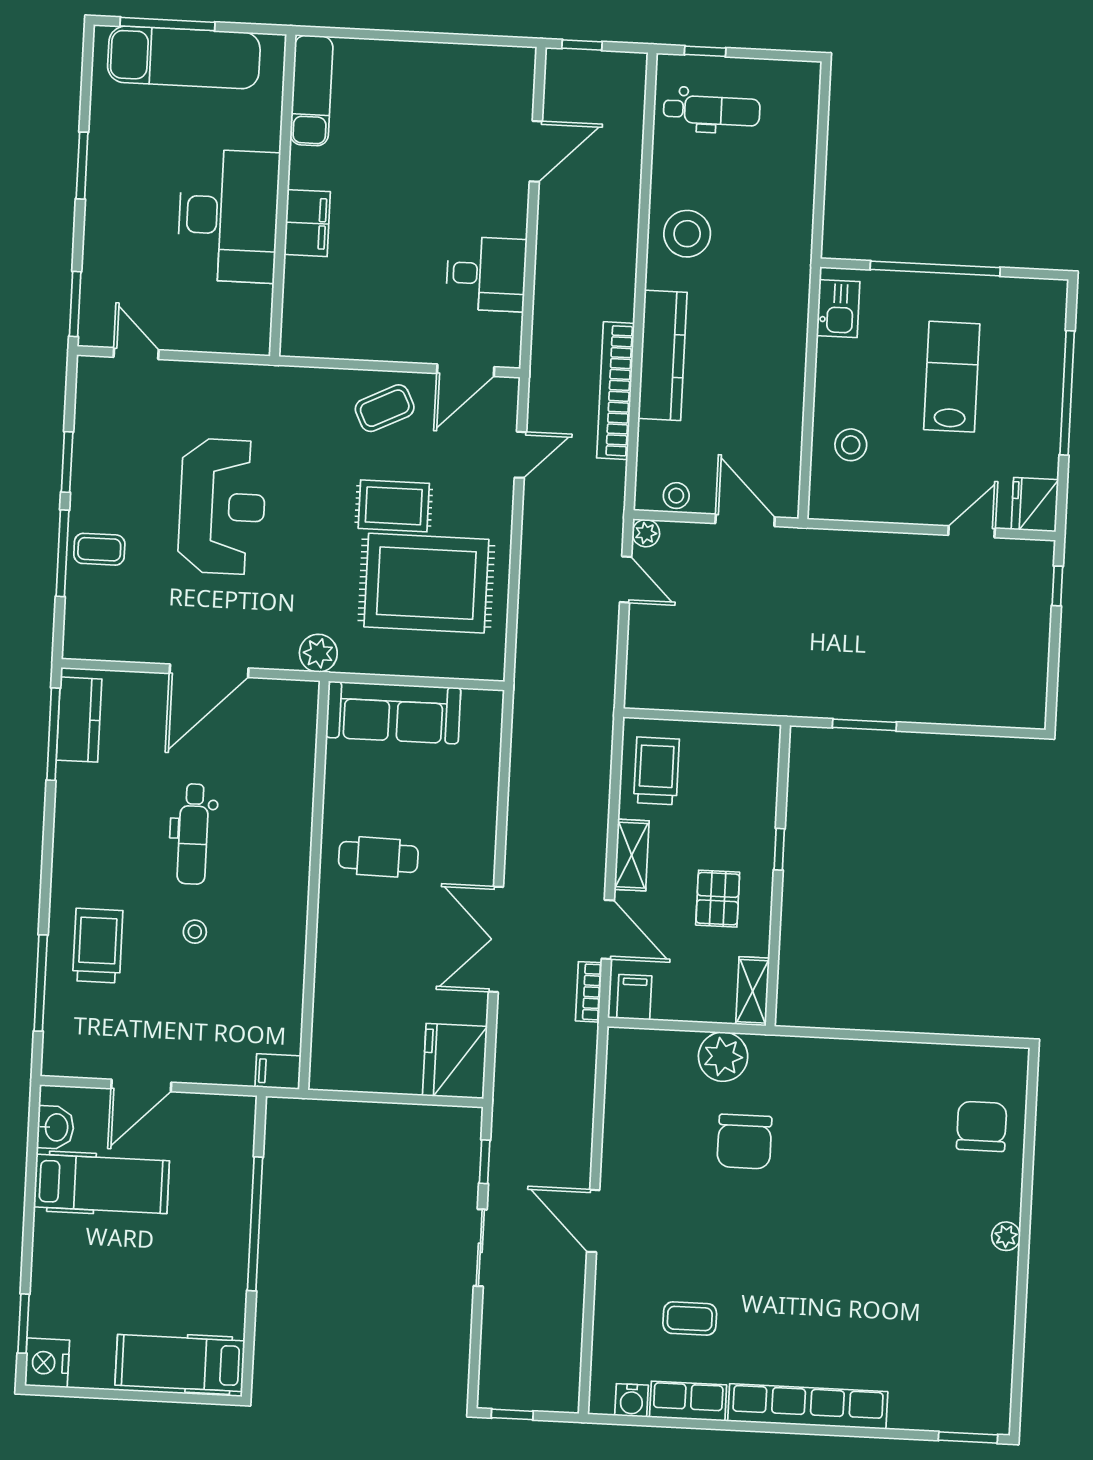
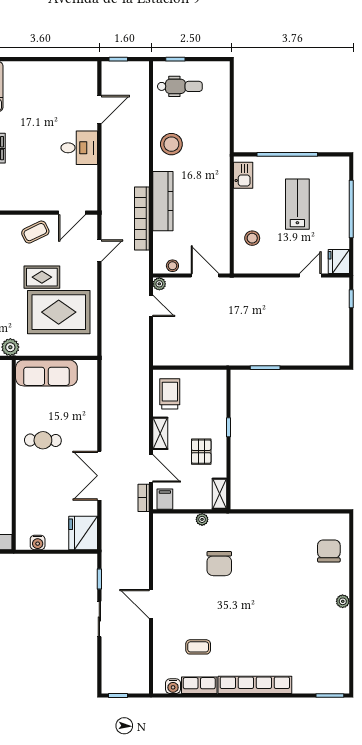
desk: (486, 274) -> (79, 148), moved
plant: (723, 1057) -> (202, 519), width x0.53, depth x0.53
water cooler: (356, 1076) -> (38, 542), added

